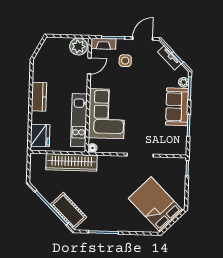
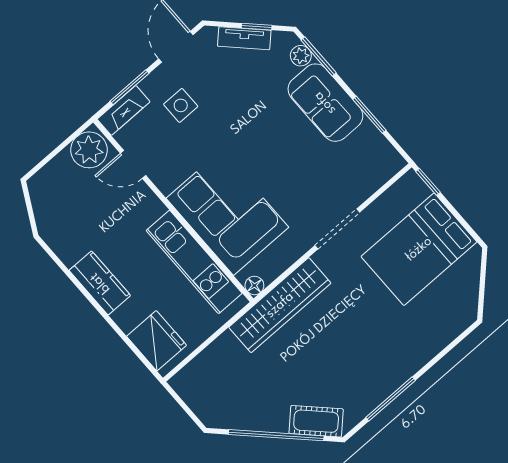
door: (89, 66) -> (133, 164), swing flipped
wardrobe: (72, 162) -> (280, 305), moved
bed: (156, 204) -> (419, 249), moved, turned -45
cot: (68, 211) -> (316, 421), width x0.73, depth x0.75

